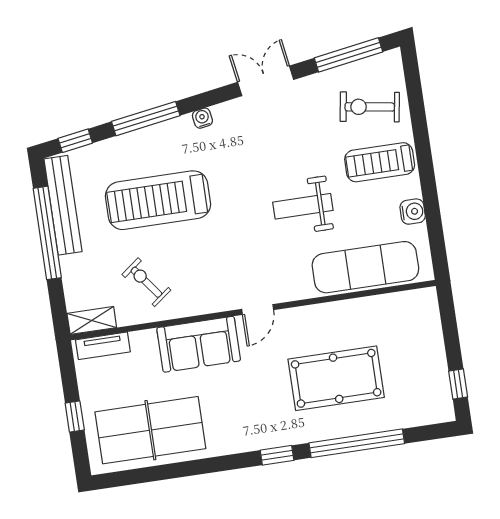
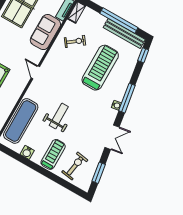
window: (348, 55) -> (99, 173), width x0.69
window: (146, 119) -> (127, 98), moved
sofa: (199, 344) -> (45, 32), moved

